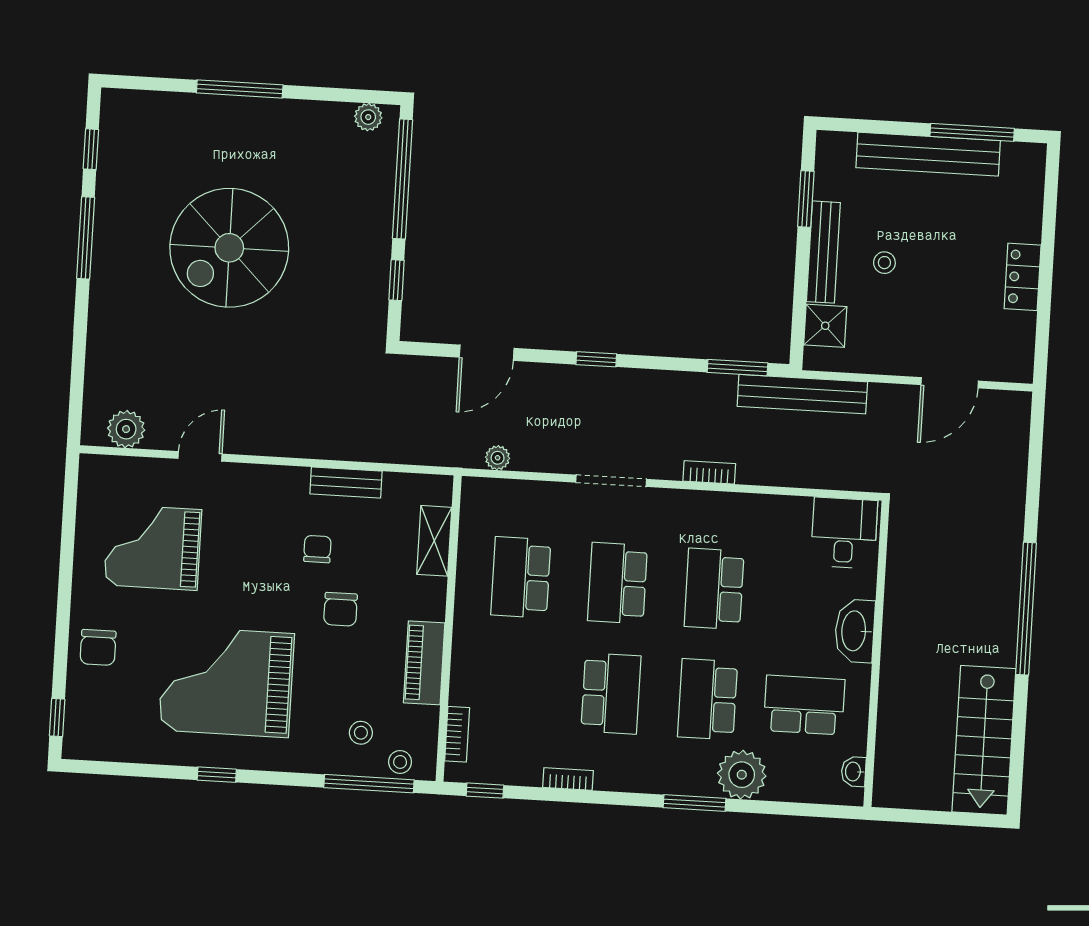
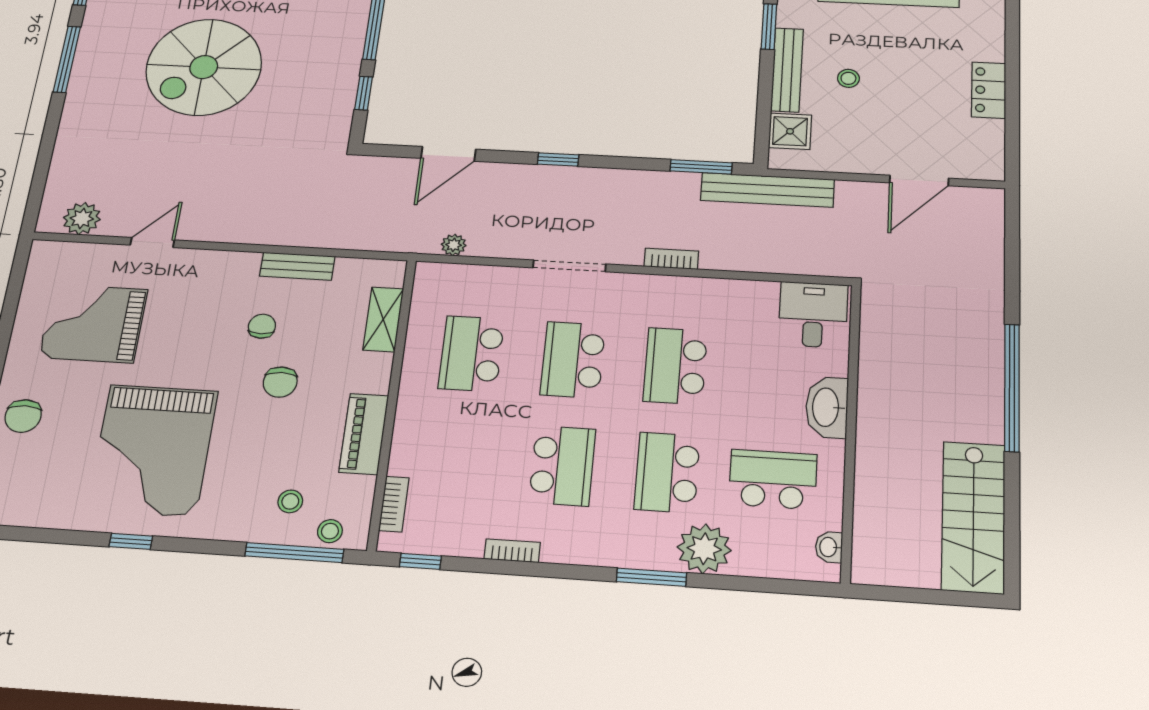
grand piano: (226, 682) -> (153, 450), turned -90

